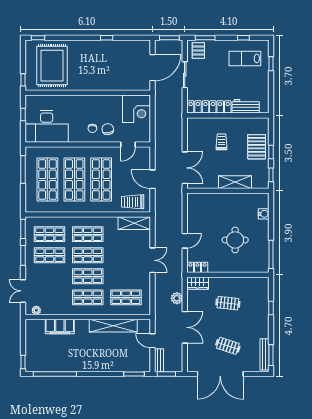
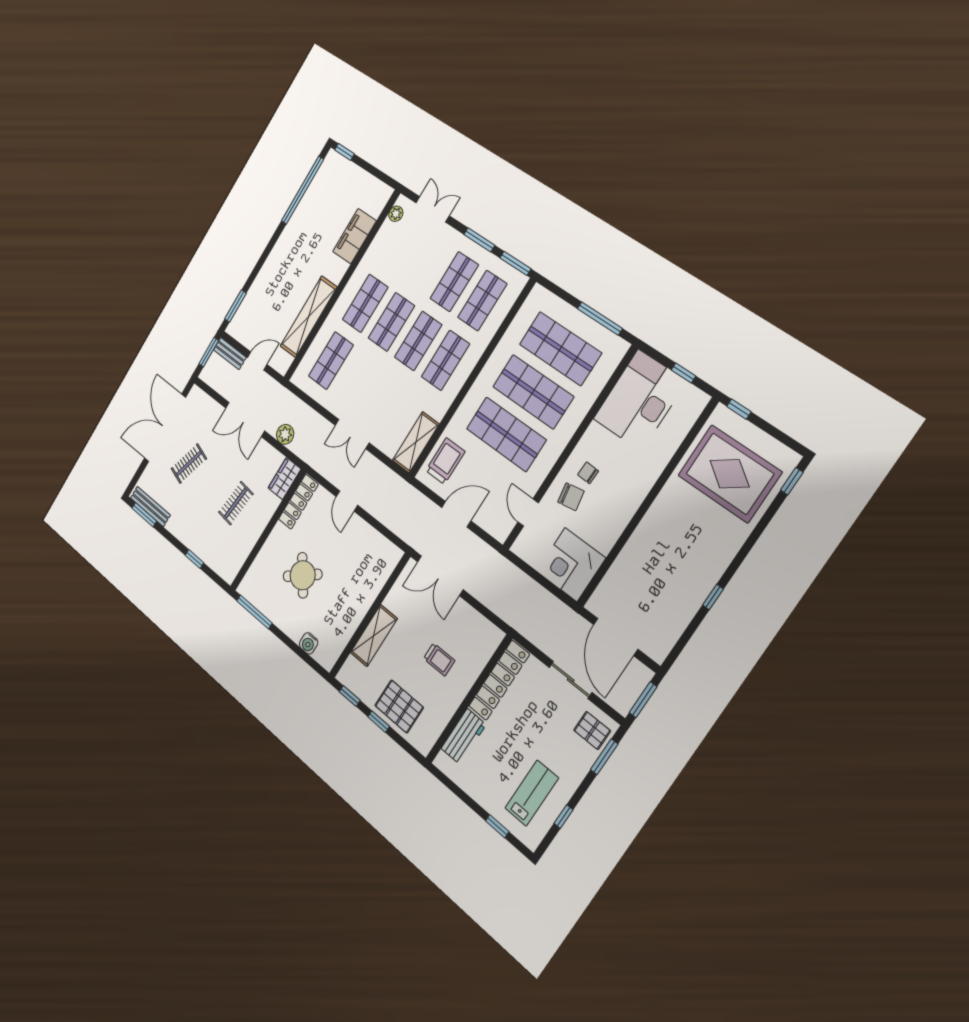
round table: (235, 240) -> (303, 575), turned -38
locker: (197, 267) -> (298, 502), width x1.53

